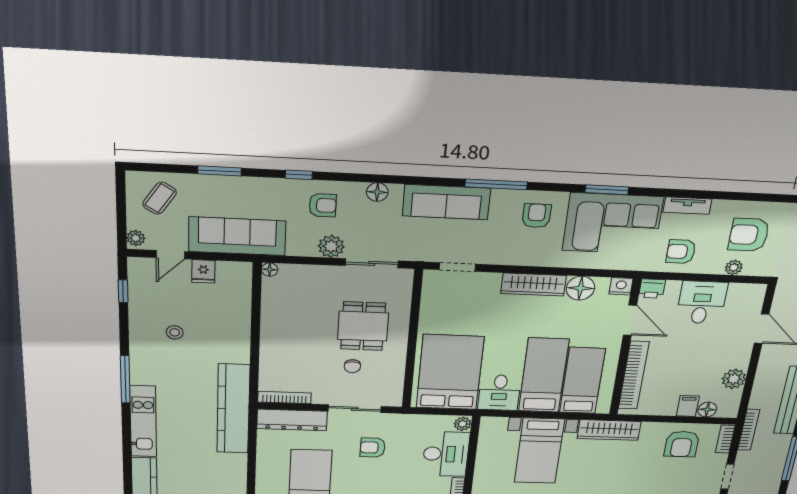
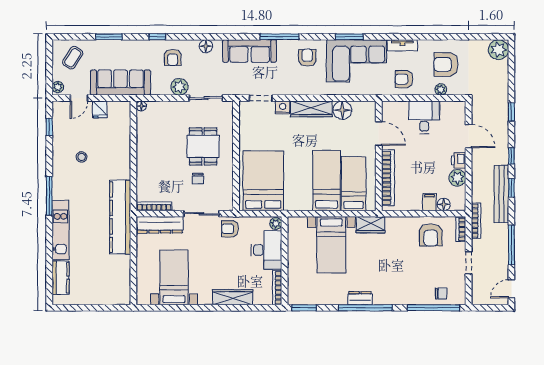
armchair: (323, 205) -> (173, 57), turned 90
nightstand: (621, 286) -> (282, 107), moved
printer: (652, 289) -> (459, 160), moved, turned 90
desk: (499, 393) -> (298, 196), removed
wardrobe: (609, 430) -> (371, 225), width x0.67
armchair: (373, 448) -> (230, 229), moved

